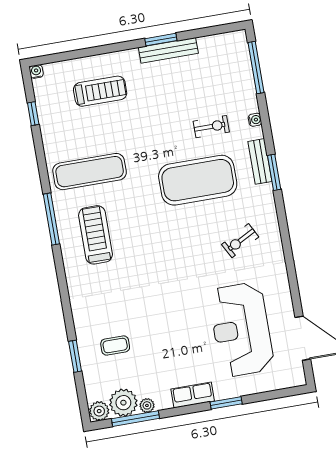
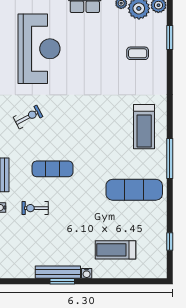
water cooler: (36, 71) -> (87, 273), moved
exercise mat: (198, 180) -> (53, 169), width x0.50, depth x0.69
treadmill: (95, 235) -> (144, 127), moved
window: (75, 356) -> (170, 38), moved

